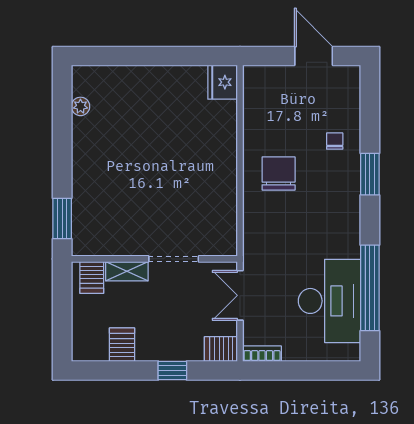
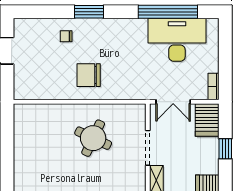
fridge: (223, 82) -> (25, 114), removed
round table: (188, 180) -> (93, 138), added
server rack: (221, 349) -> (207, 120), width x1.36, depth x1.44

